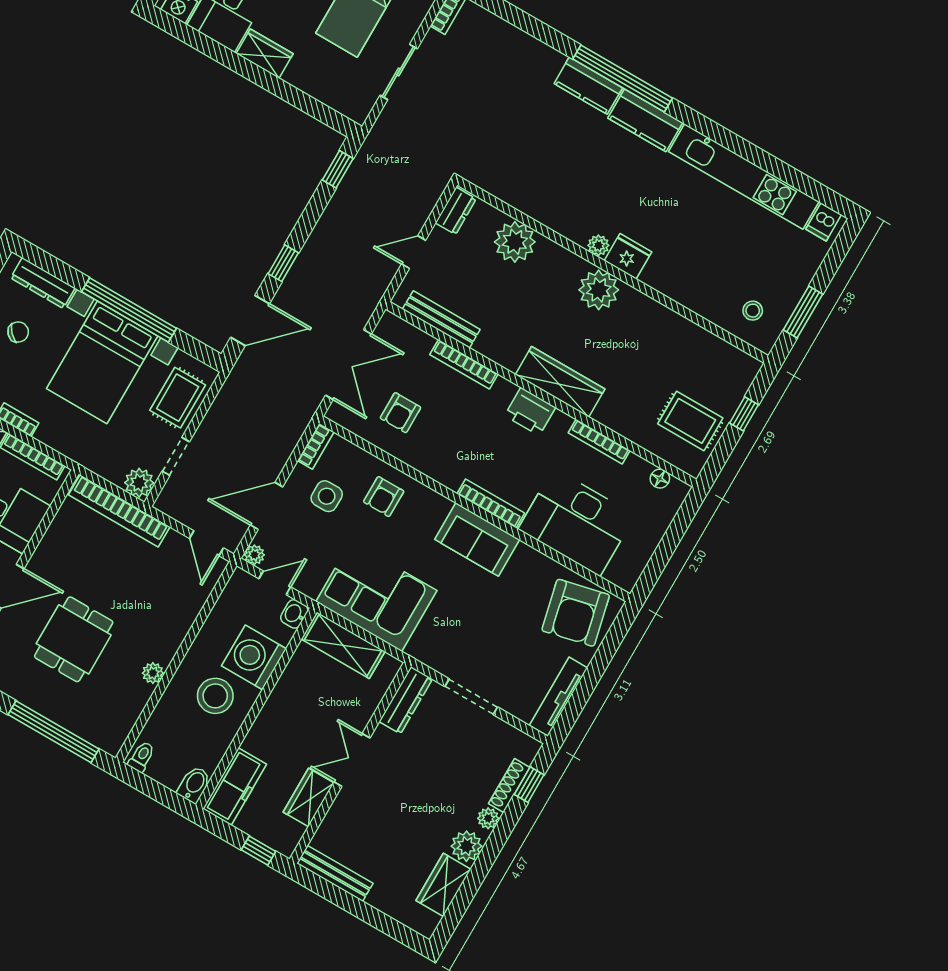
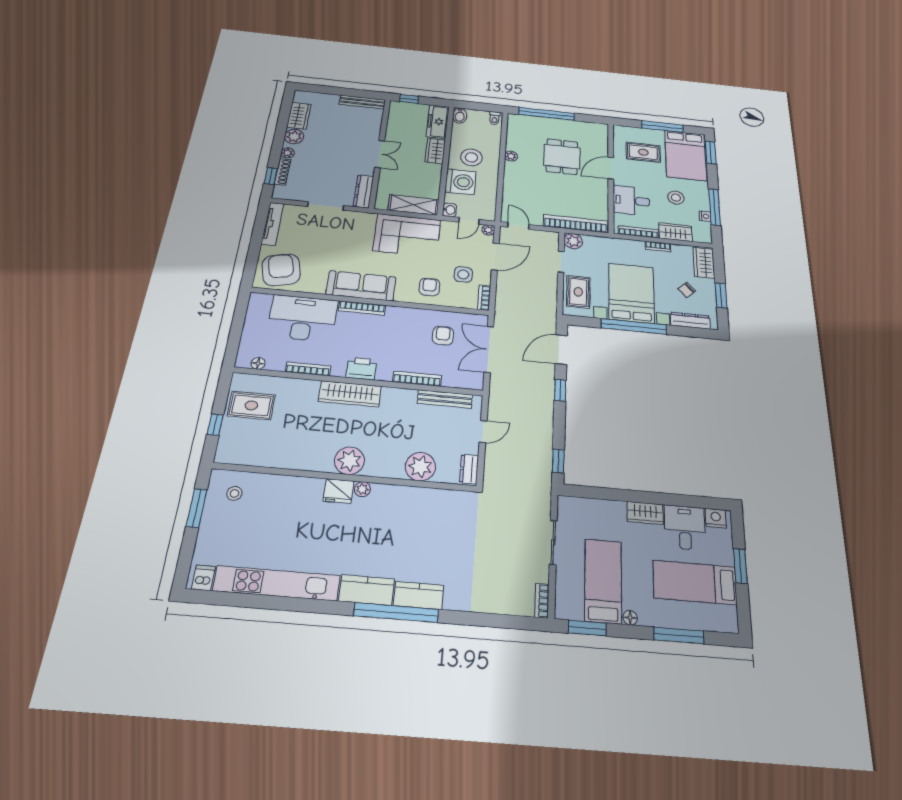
sofa: (477, 539) -> (361, 286), width x1.36
wardrobe: (309, 798) -> (435, 151), moved, turned 180

